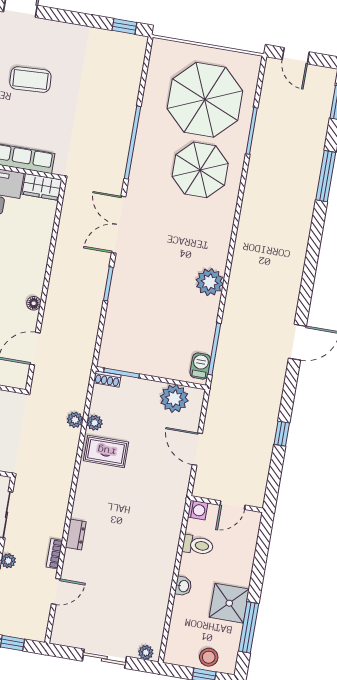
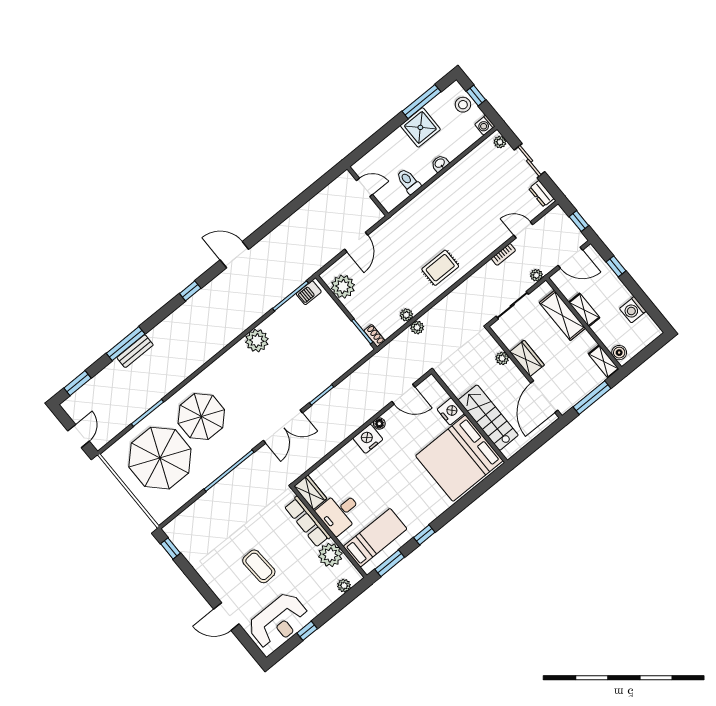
bench: (311, 177) -> (135, 351), added
nightstand: (32, 281) -> (368, 439), added
window: (282, 434) -> (190, 291), moved
rug: (106, 451) -> (440, 268), moved, turned 90
washing machine: (198, 510) -> (485, 125), moved, turned -90
dresser: (76, 534) -> (541, 194), moved, turned -90

